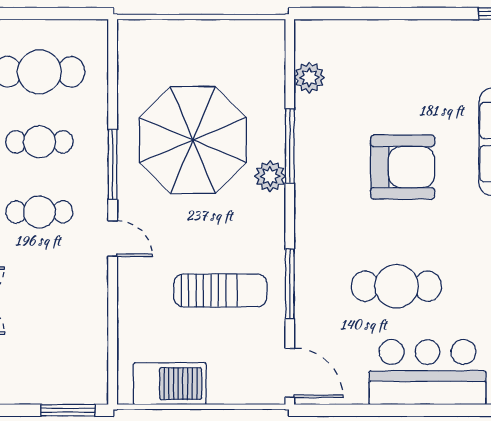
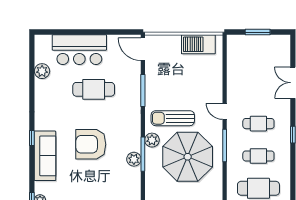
plant: (309, 77) -> (134, 159), moved
sun lounger: (220, 290) -> (173, 118), moved
window: (68, 410) -> (258, 32), moved

